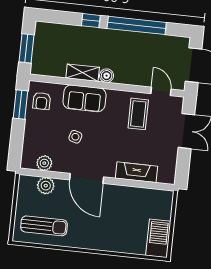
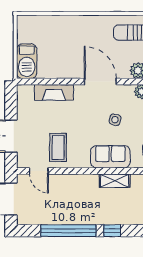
boiler: (107, 76) -> (92, 180), removed
barbecue: (158, 238) -> (27, 61), moved

